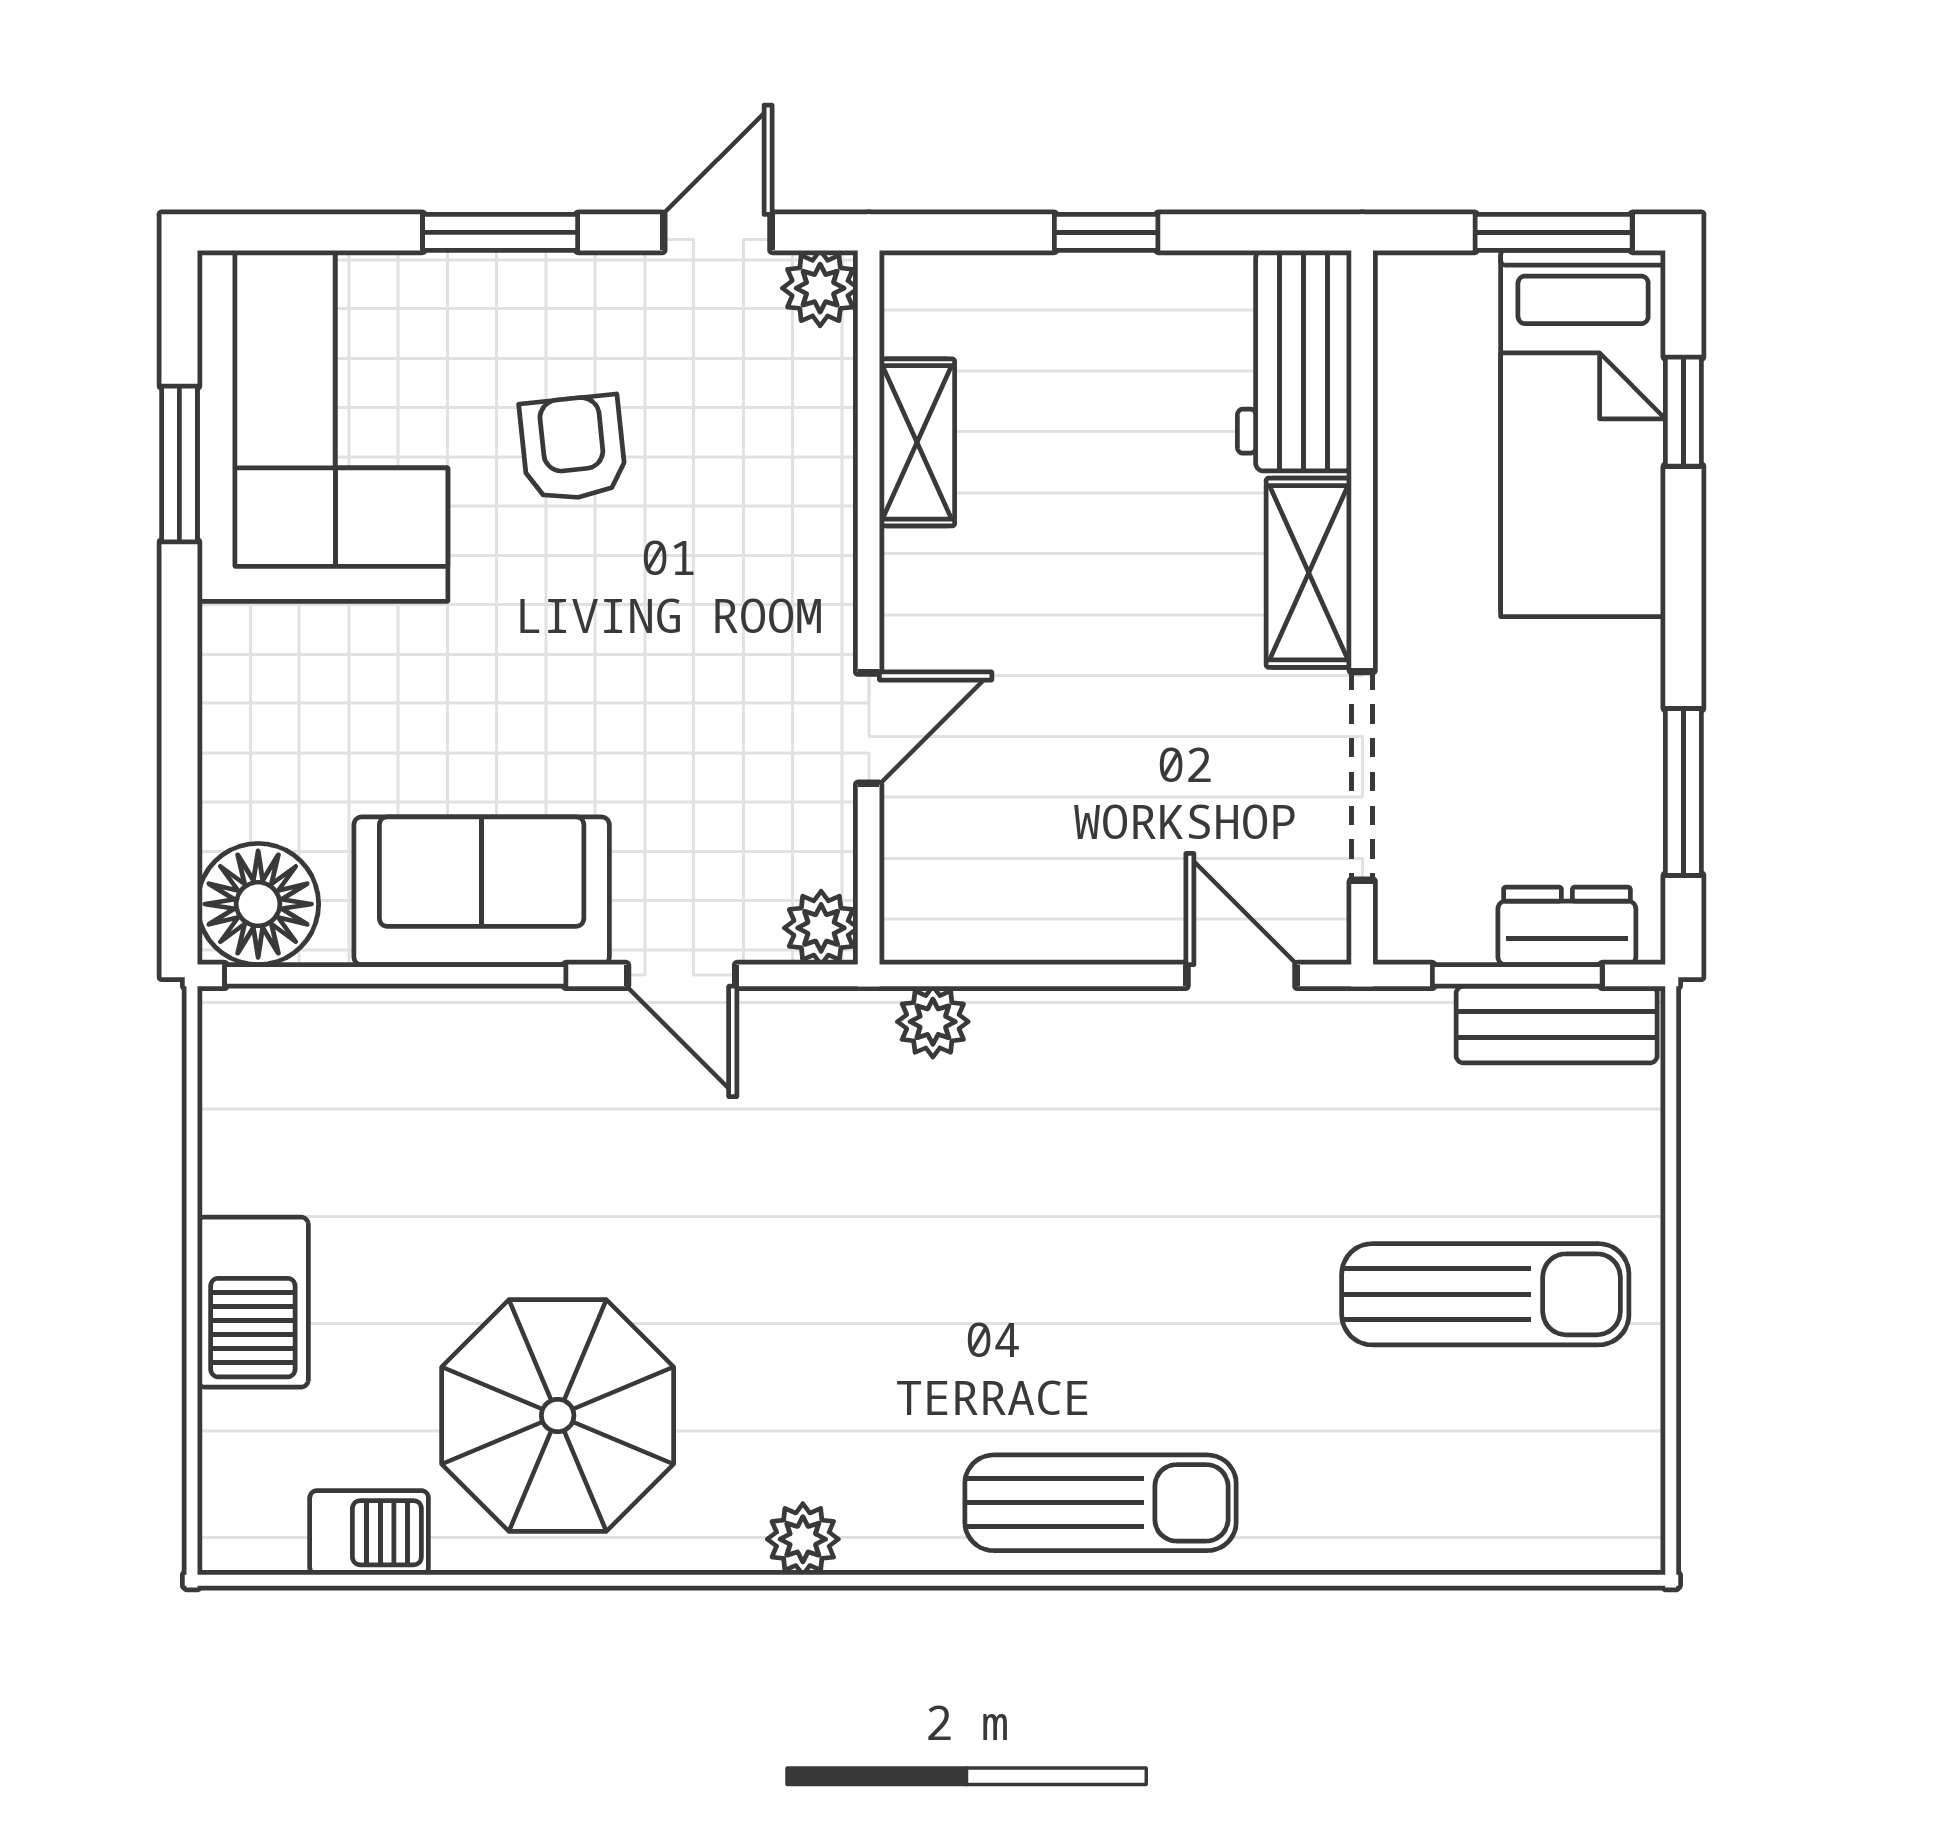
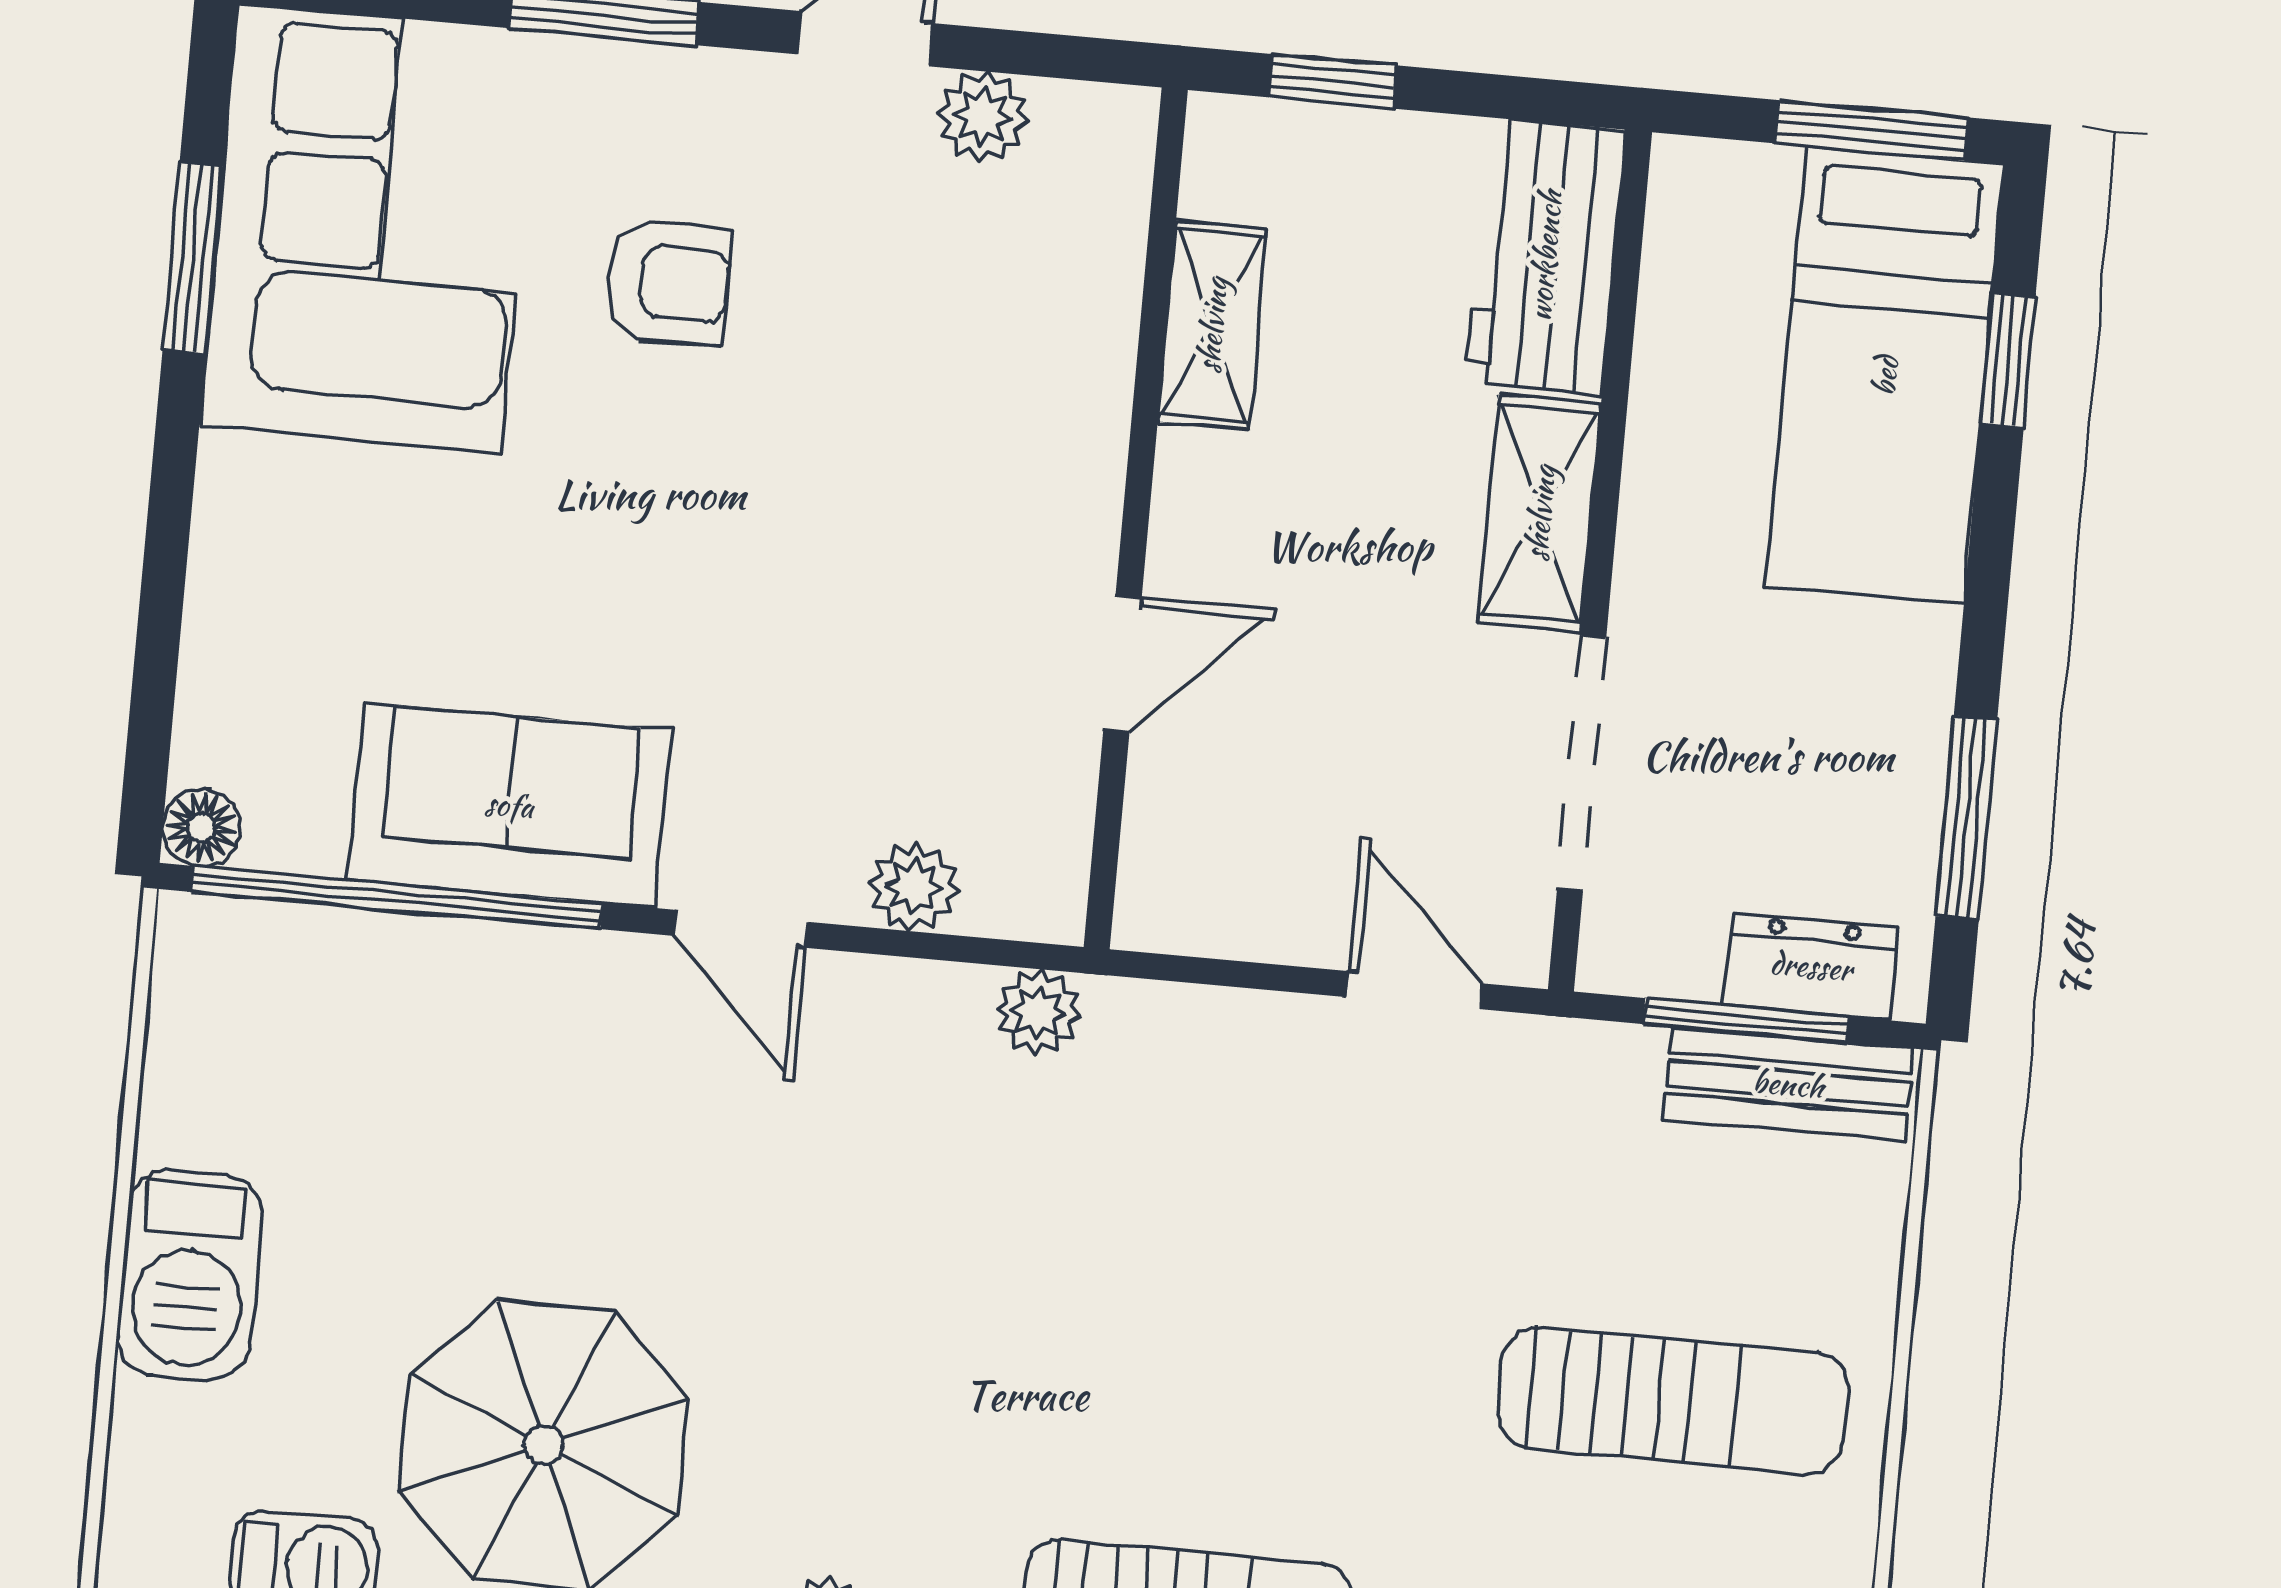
shelving: (917, 442) -> (1212, 325), moved
armchair: (573, 448) -> (668, 282), turned 96
wall: (869, 608) -> (1136, 518), moved
door: (869, 728) -> (1122, 664), moved
floor lamp: (258, 904) -> (202, 828), width x0.53, depth x0.53

